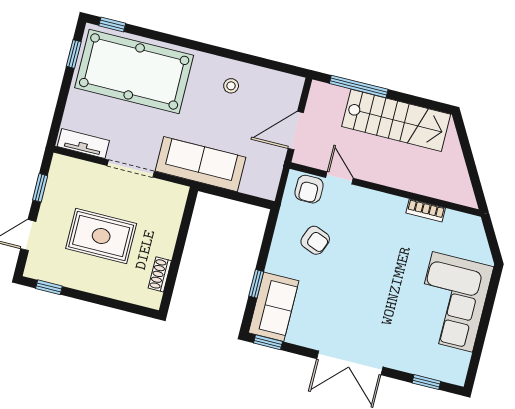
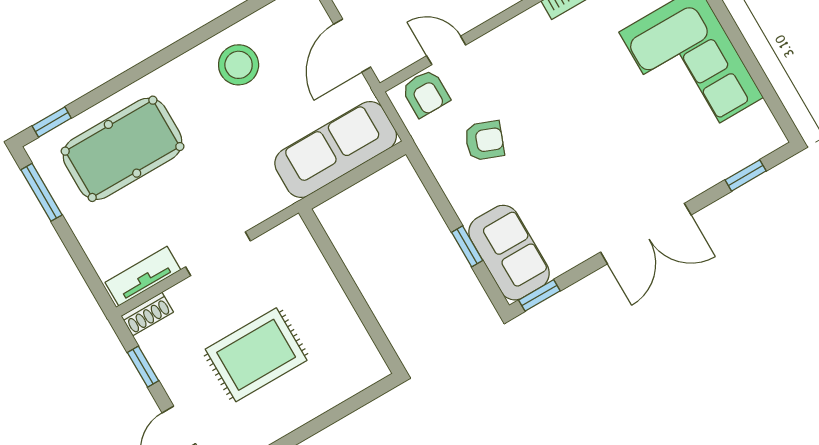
window: (74, 54) -> (42, 192), width x1.50
pool table: (134, 71) -> (123, 149), width x0.73, depth x0.76
stool: (231, 86) -> (239, 65), width x1.89, depth x1.89
sofa: (201, 164) -> (336, 149), moved
shoe rack: (160, 274) -> (147, 314), moved, turned -90

